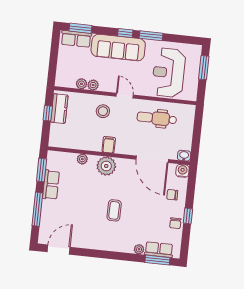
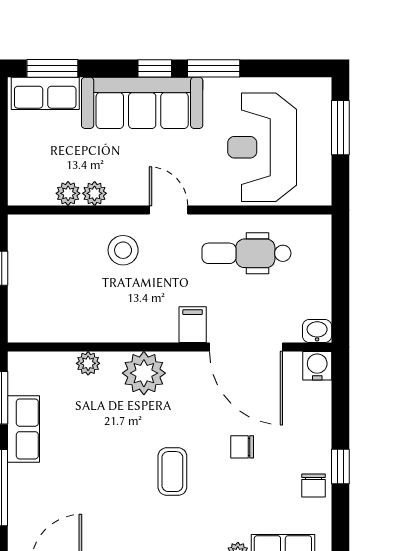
kitchen counter: (59, 109) -> (24, 255), removed
filing cabinet: (109, 145) -> (193, 325), moved
chair: (172, 195) -> (242, 447), moved

